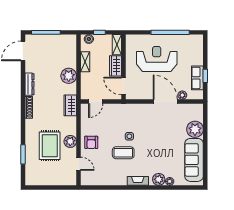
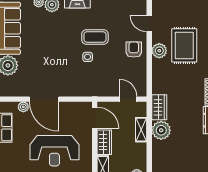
shelving: (85, 62) -> (141, 130), moved
door: (96, 102) -> (128, 99), hinge flipped
wardrobe: (70, 105) -> (159, 107), moved

